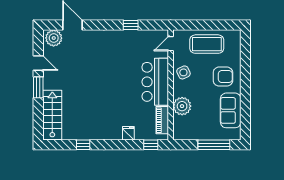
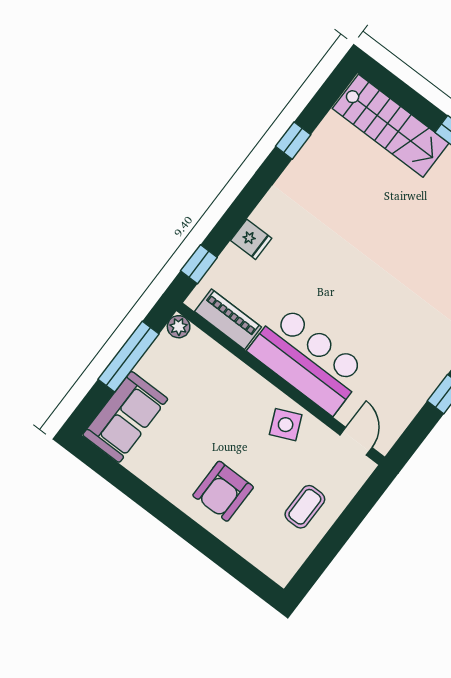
coffee table: (207, 44) -> (305, 507), width x0.54, depth x0.58
plant: (182, 106) -> (179, 327), moved, width x0.53, depth x0.53
sofa: (231, 110) -> (125, 417), moved, turned 90
window: (214, 145) -> (128, 357), moved

